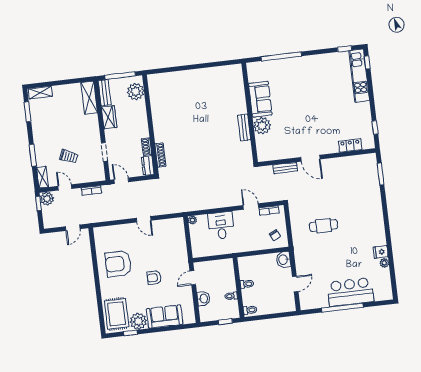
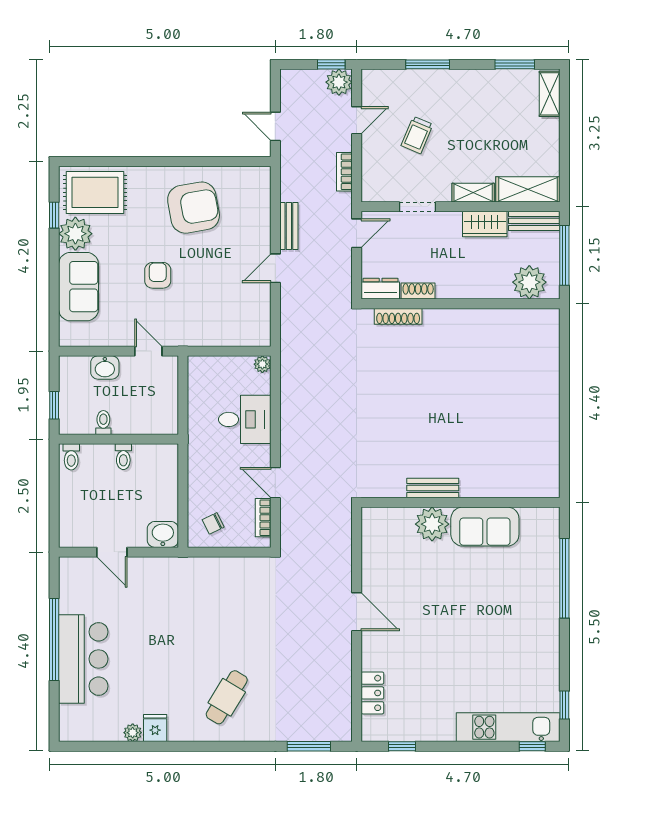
door: (310, 158) -> (357, 612), swing flipped
bench: (285, 168) -> (289, 226), moved
shelving: (42, 177) -> (473, 193), moved
door: (251, 206) -> (275, 483), swing flipped
cafe table: (324, 226) -> (227, 697), moved, turned 31
armchair: (118, 264) -> (194, 208), turned 80

